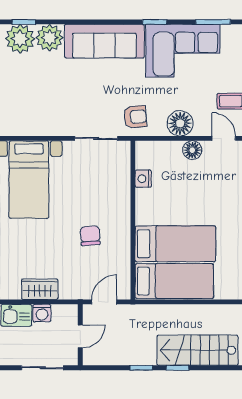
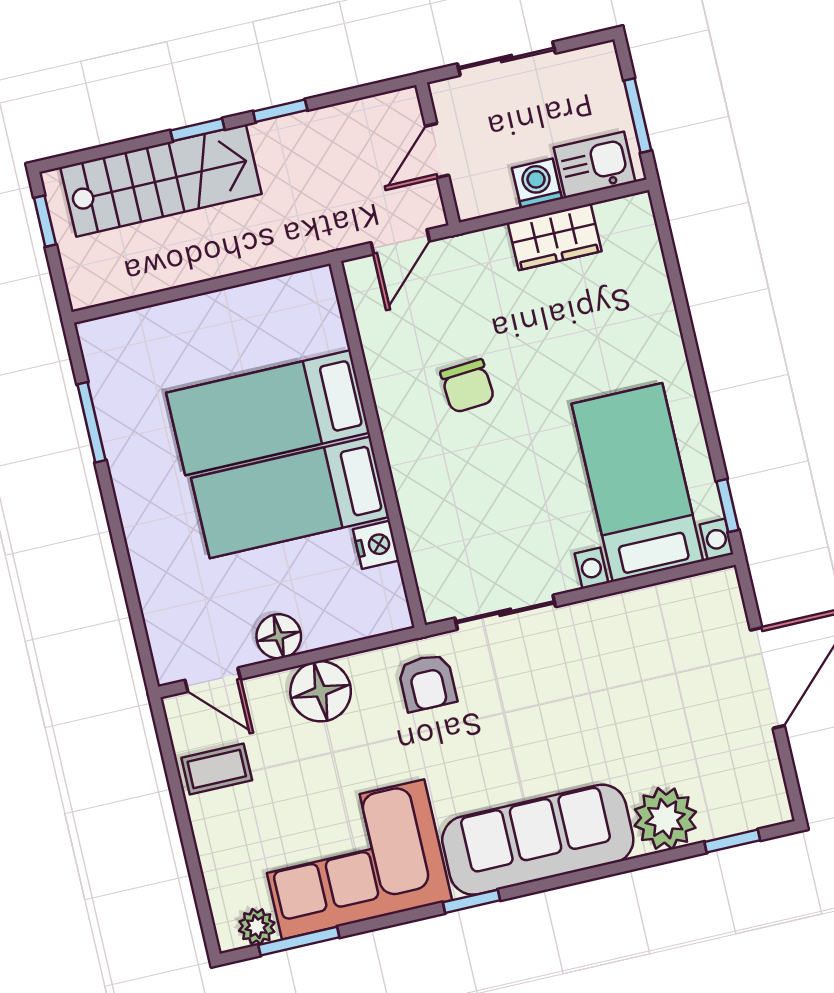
window: (155, 22) -> (471, 901), moved
plant: (20, 39) -> (257, 927), moved, width x0.53, depth x0.53
armchair: (135, 117) -> (427, 683), turned -85
bed: (174, 281) -> (290, 497), moved

